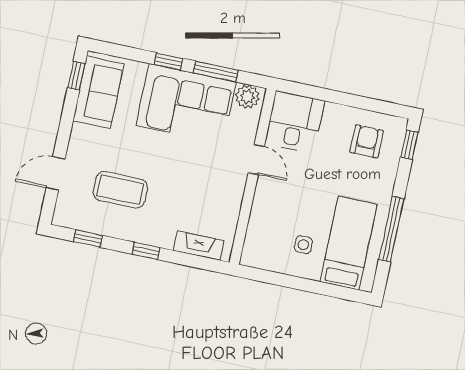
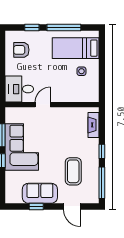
window: (76, 76) -> (36, 206), moved
sofa: (98, 92) -> (40, 193), moved
plant: (247, 97) -> (11, 116), removed
window: (409, 145) -> (32, 28), moved
window: (88, 239) -> (102, 183), width x2.17

